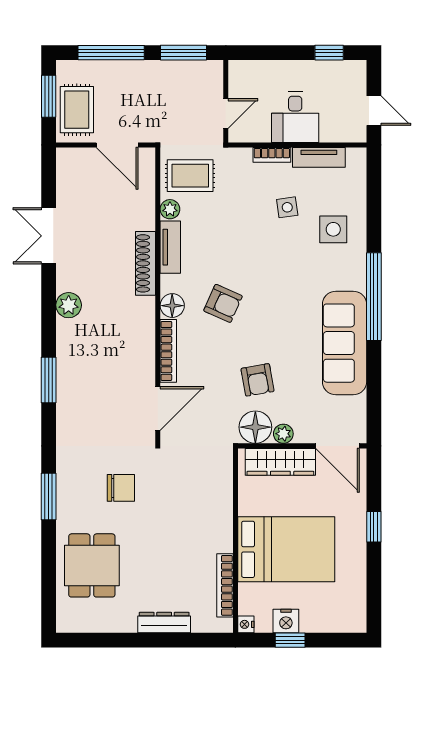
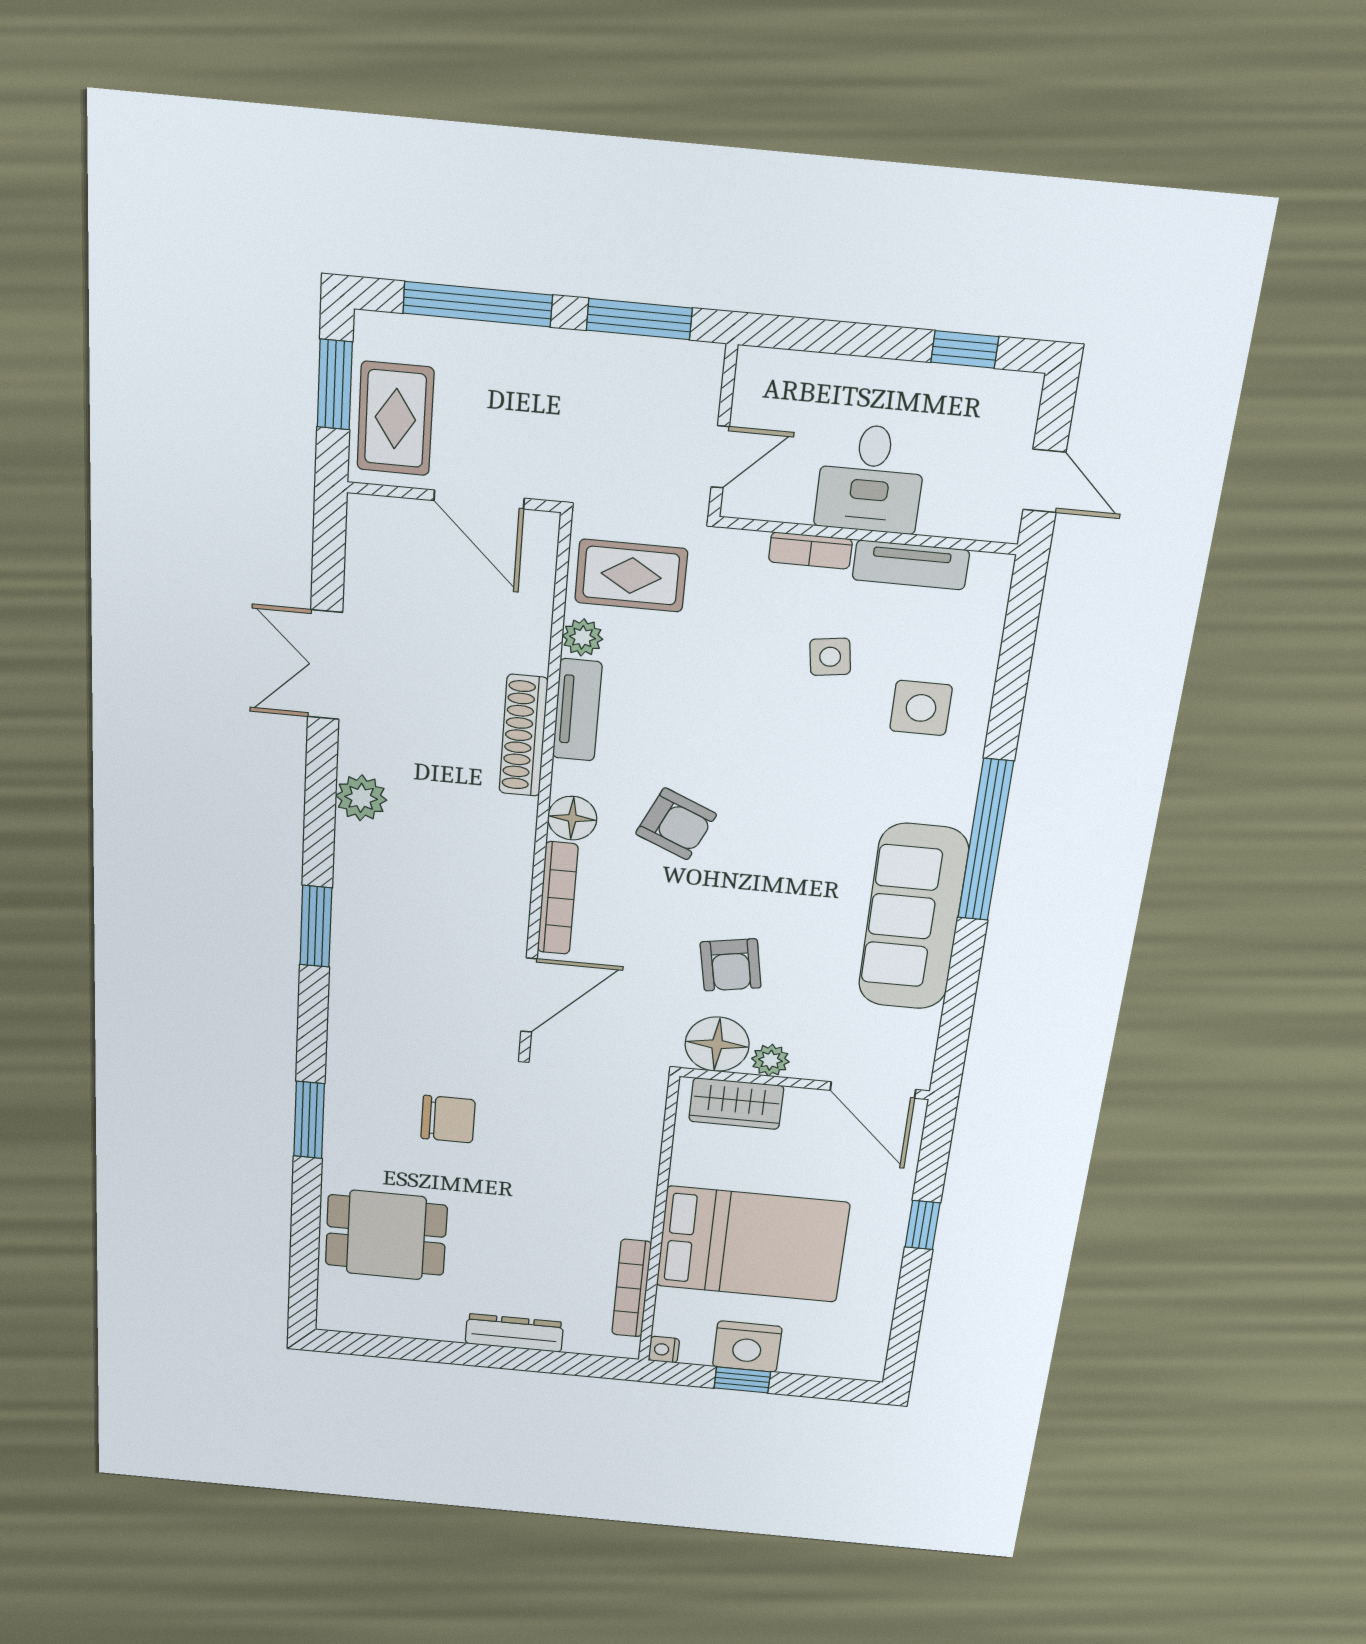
wardrobe: (280, 462) -> (736, 1104), width x0.67
dining table: (92, 565) -> (386, 1235), turned 90
nightstand: (286, 621) -> (747, 1347), width x1.36, depth x1.33

